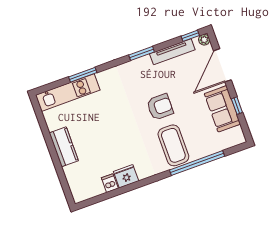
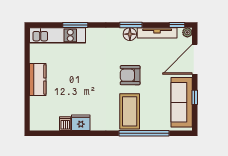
floor lamp: (144, 64) -> (130, 34), added
armchair: (160, 107) -> (130, 75), turned 180
sofa: (222, 109) -> (182, 102), width x1.36

